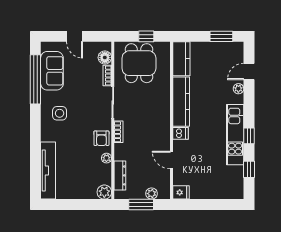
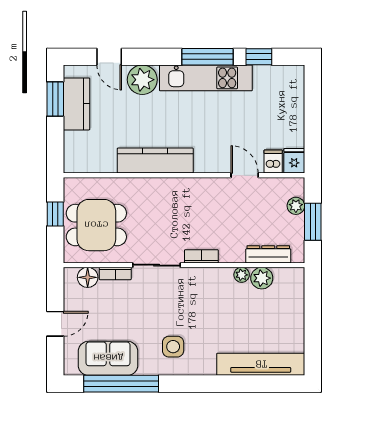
kitchen counter: (181, 59) -> (77, 104), moved, turned 90
plant: (238, 89) -> (142, 80), width x1.87, depth x1.87
dishwasher: (180, 133) -> (273, 162), moved
window: (249, 136) -> (208, 57), width x2.17
armchair: (101, 138) -> (211, 283), removed
door: (172, 160) -> (245, 175), swing flipped
plant: (104, 192) -> (262, 278), moved

